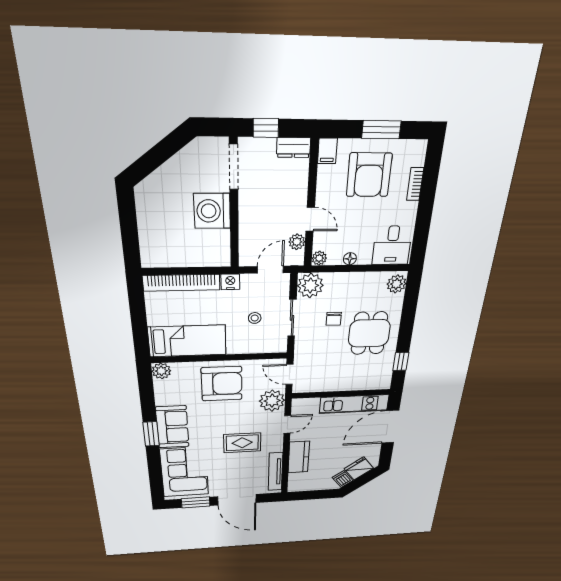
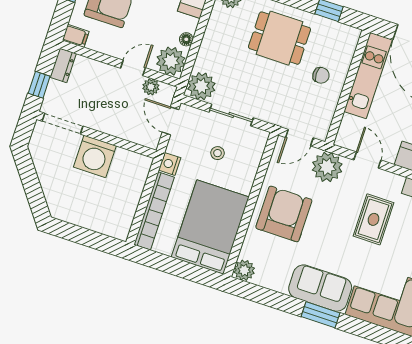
plant: (319, 258) -> (171, 61), width x1.88, depth x1.88
chair: (334, 319) -> (321, 75), moved
bed: (187, 341) -> (210, 227), width x1.50

